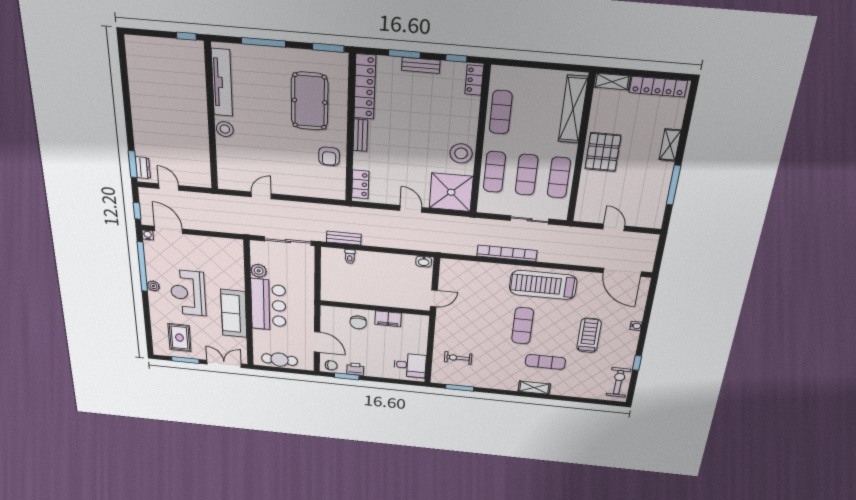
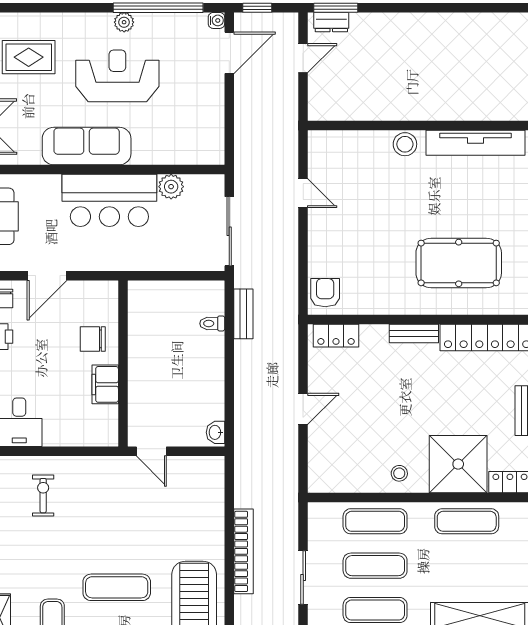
stool: (461, 153) -> (399, 473), width x0.53, depth x0.53
armchair: (329, 156) -> (325, 293), moved, turned 90
shower: (451, 192) -> (458, 464), moved

